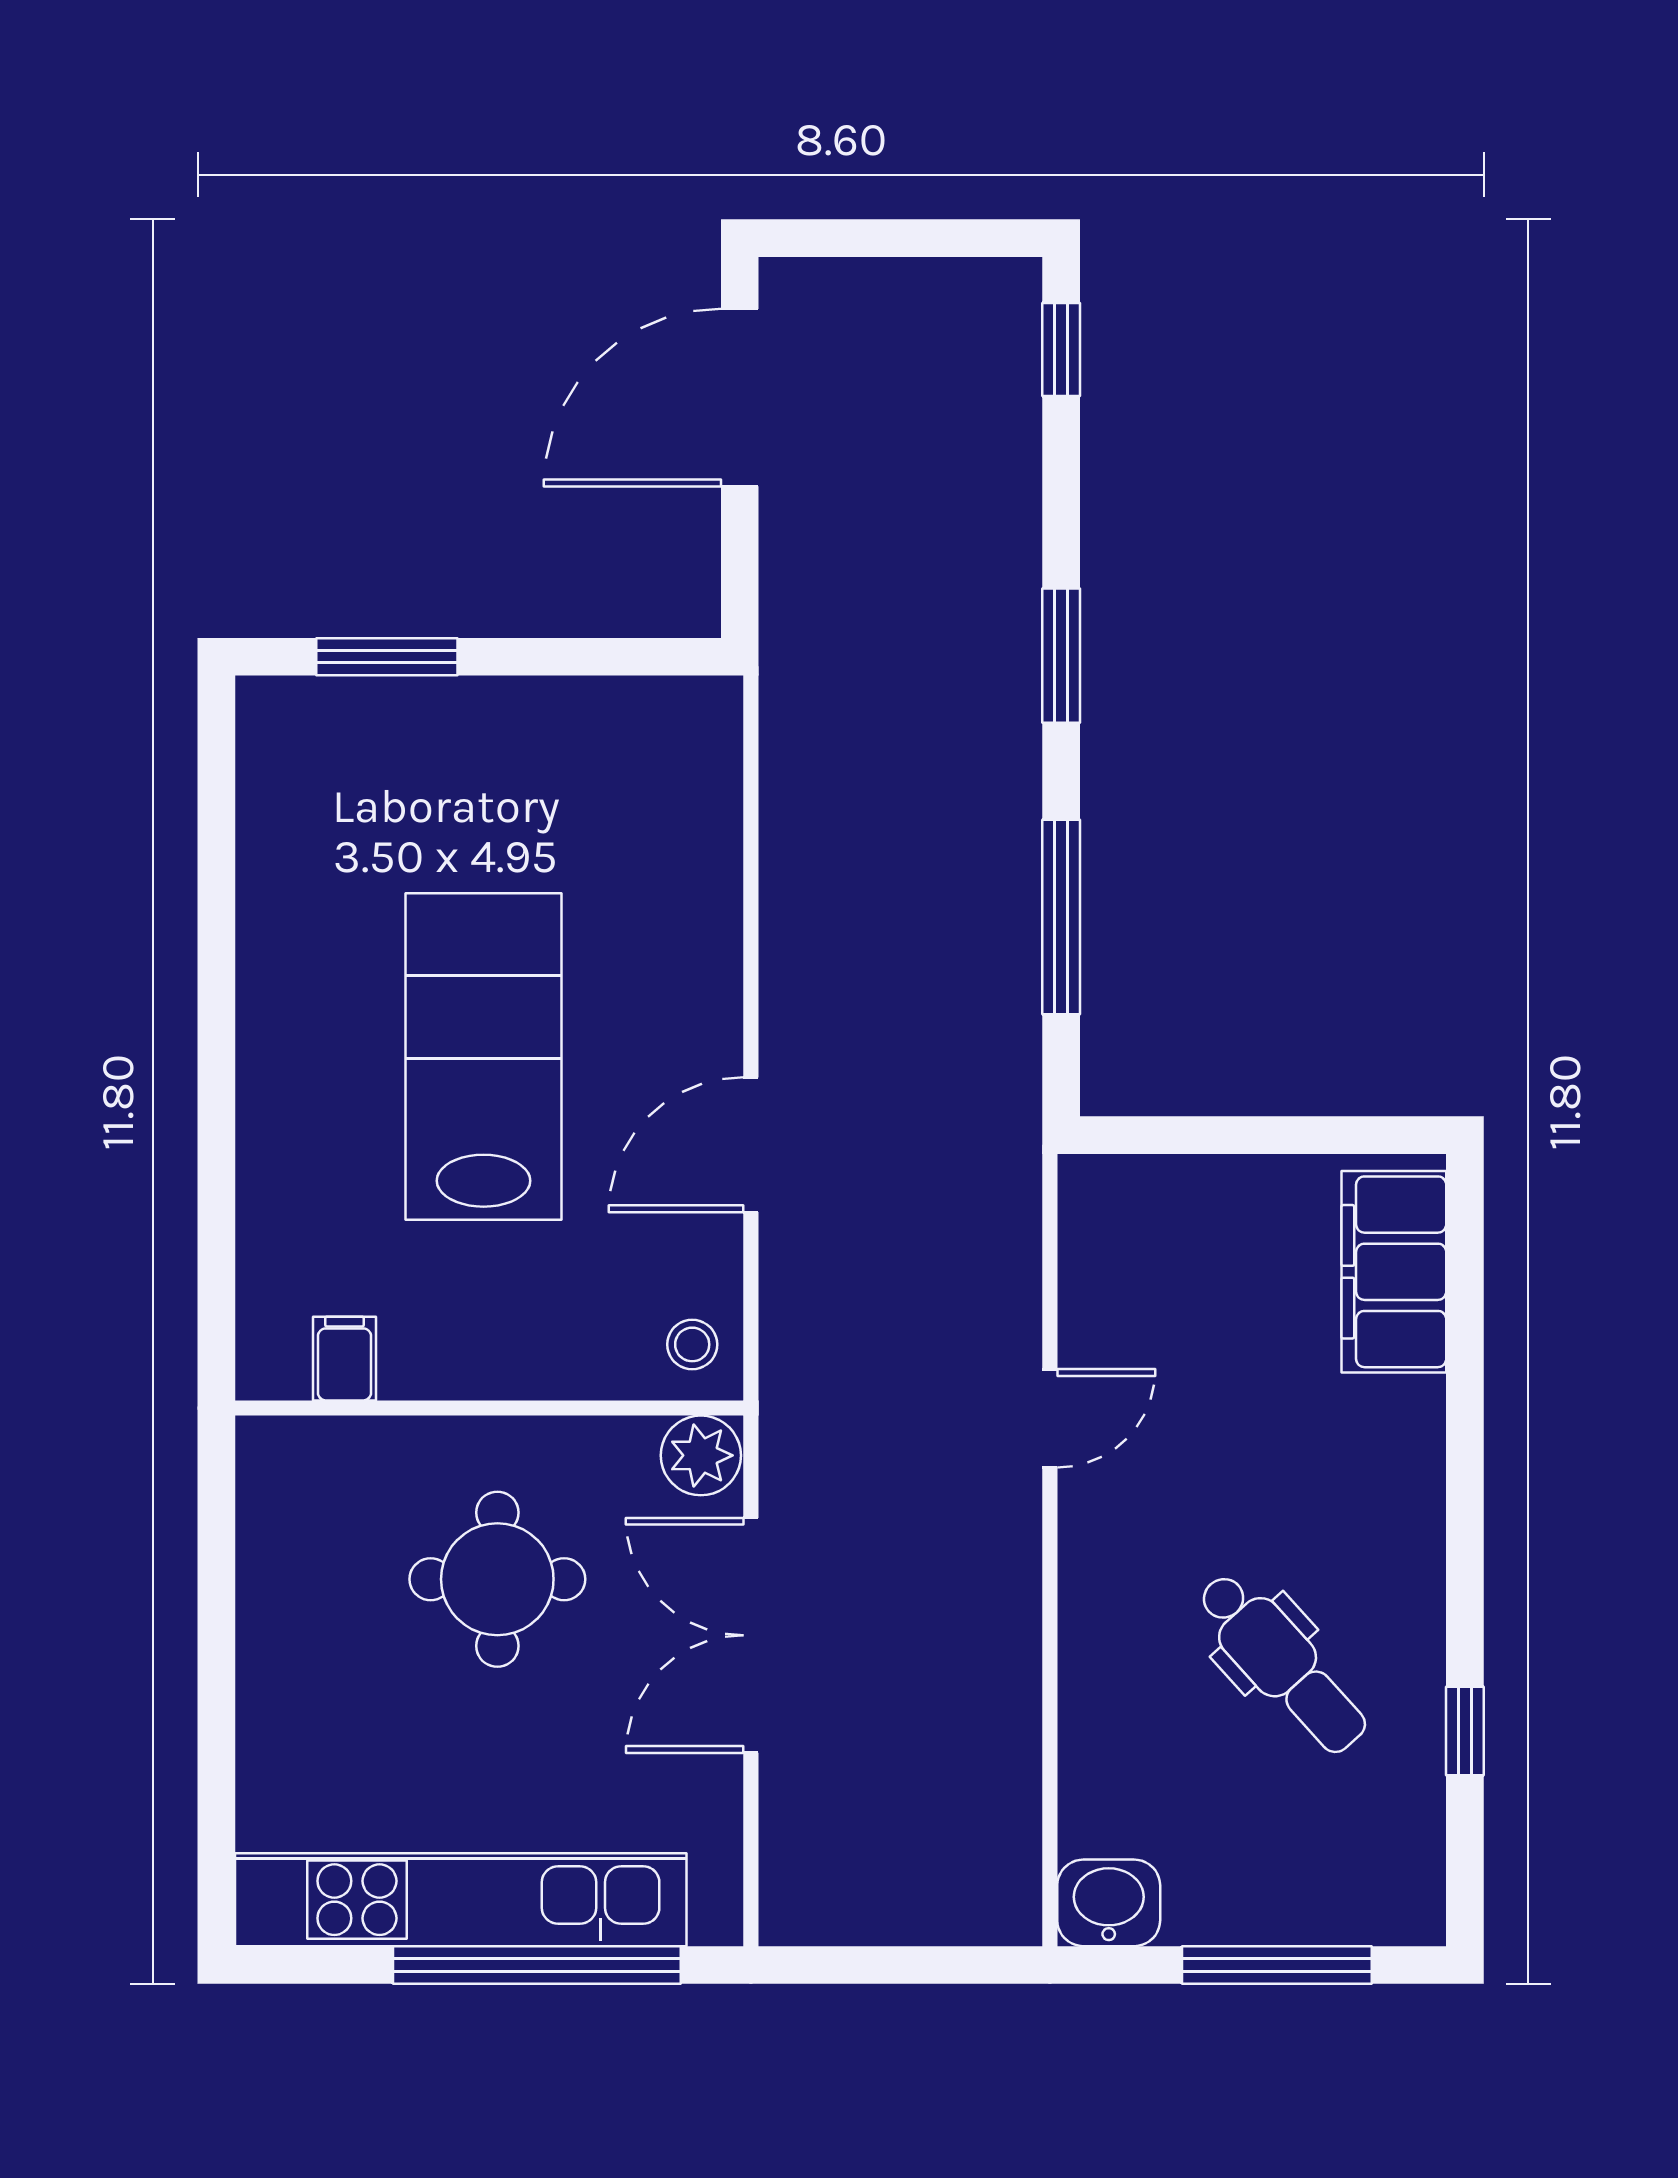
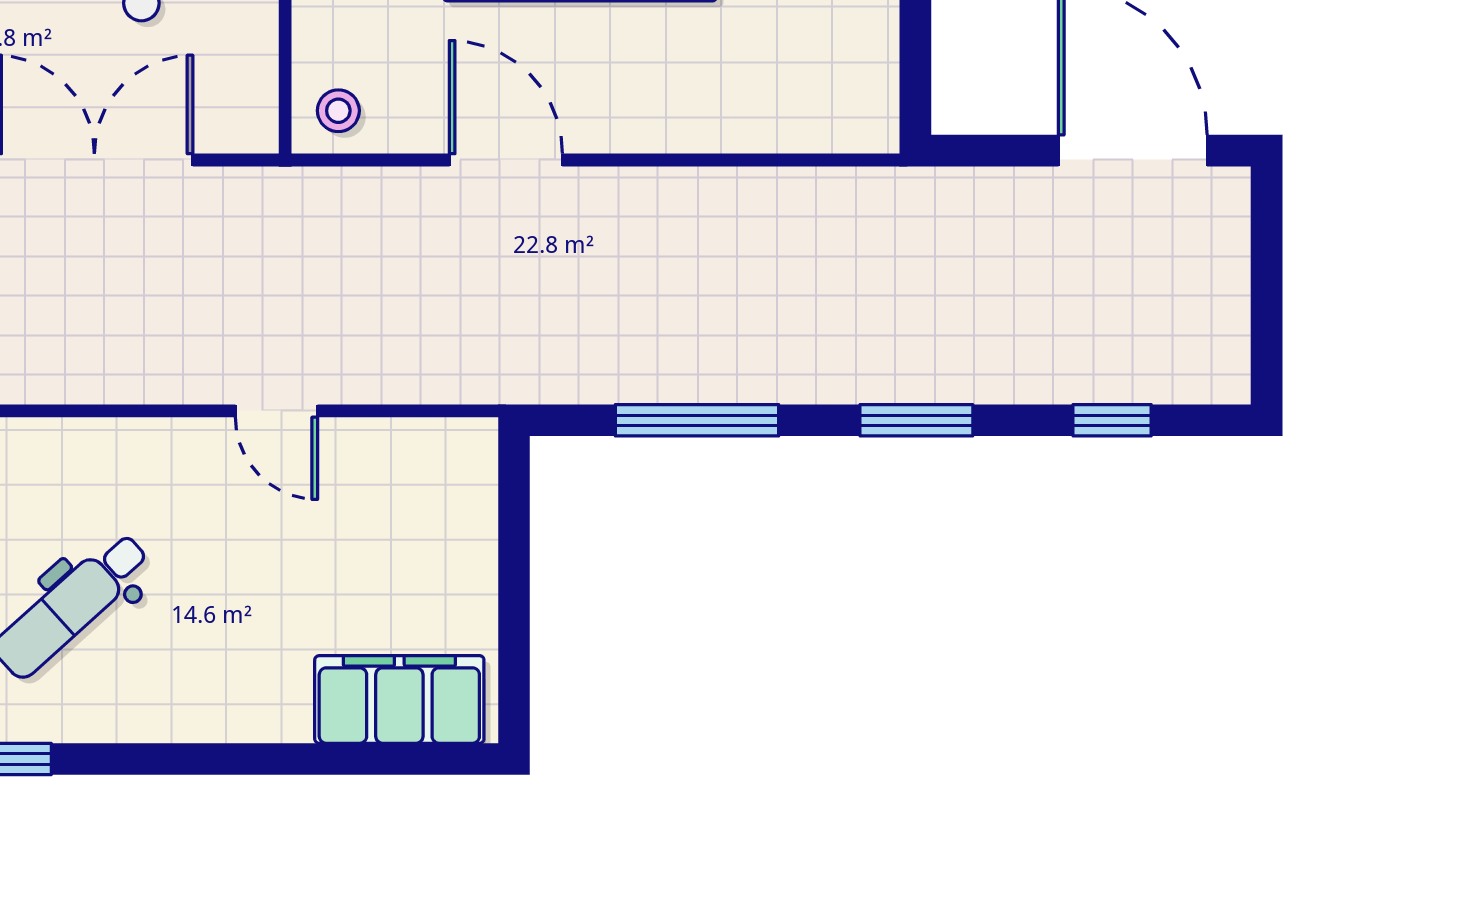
window: (1061, 349) -> (1112, 420), moved
plant: (701, 1455) -> (245, 118), removed

